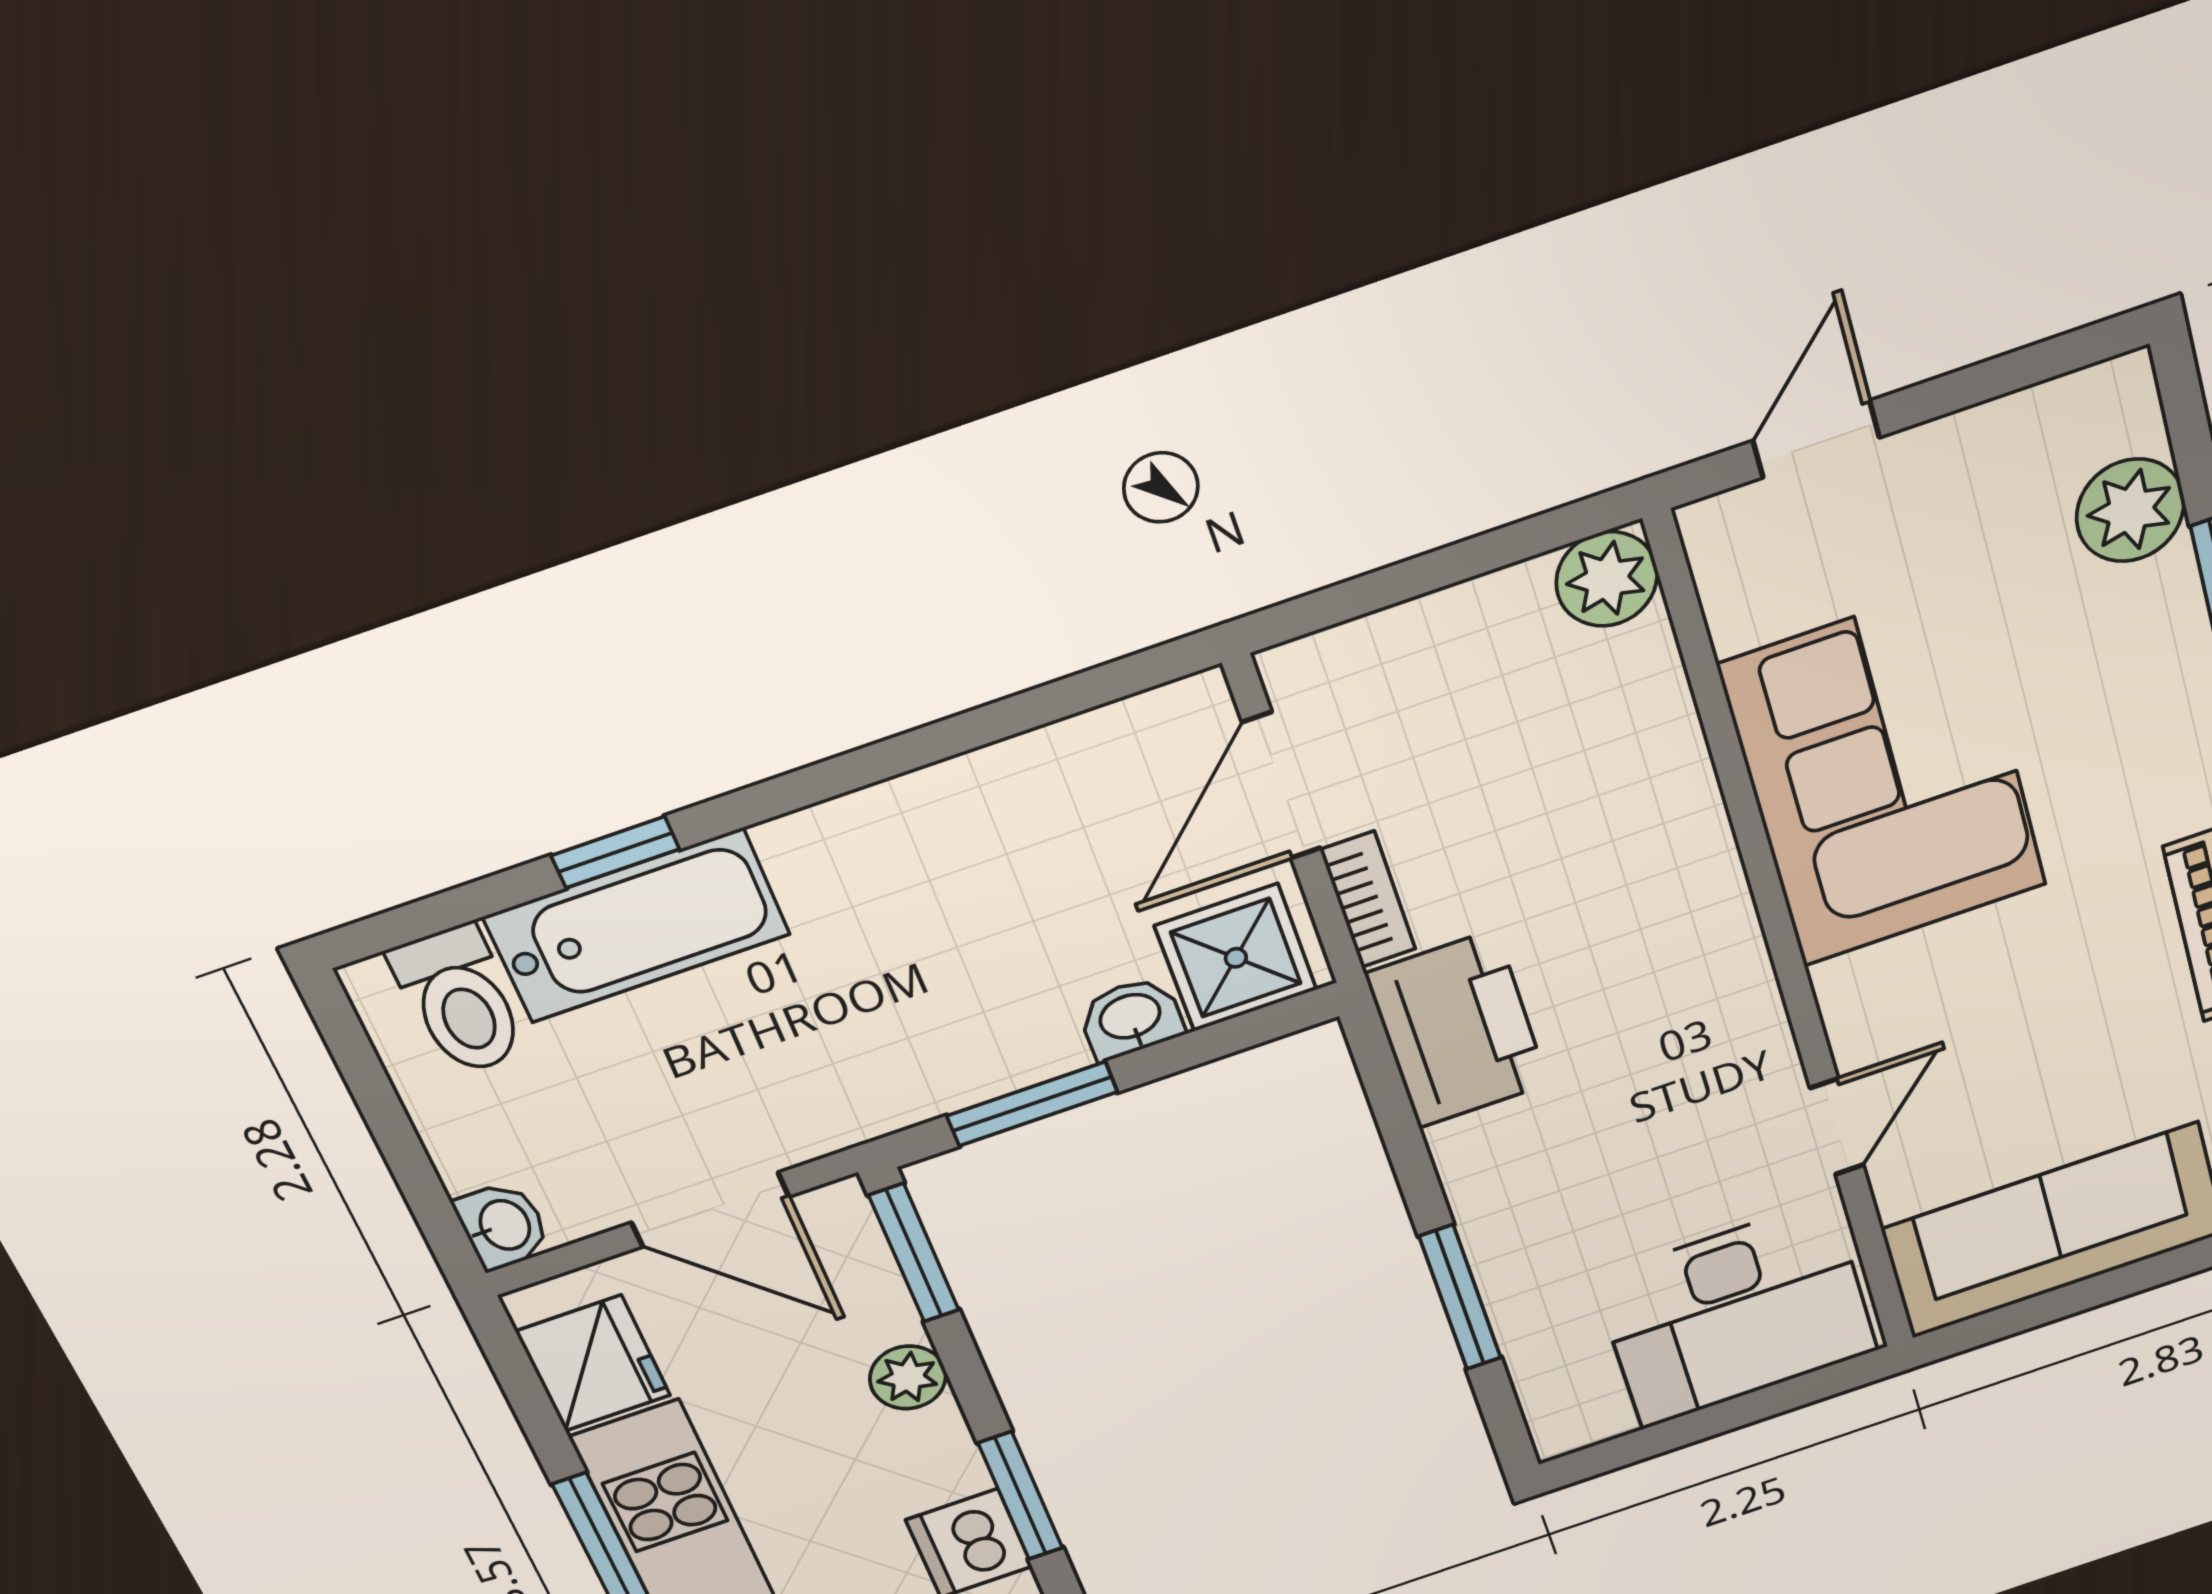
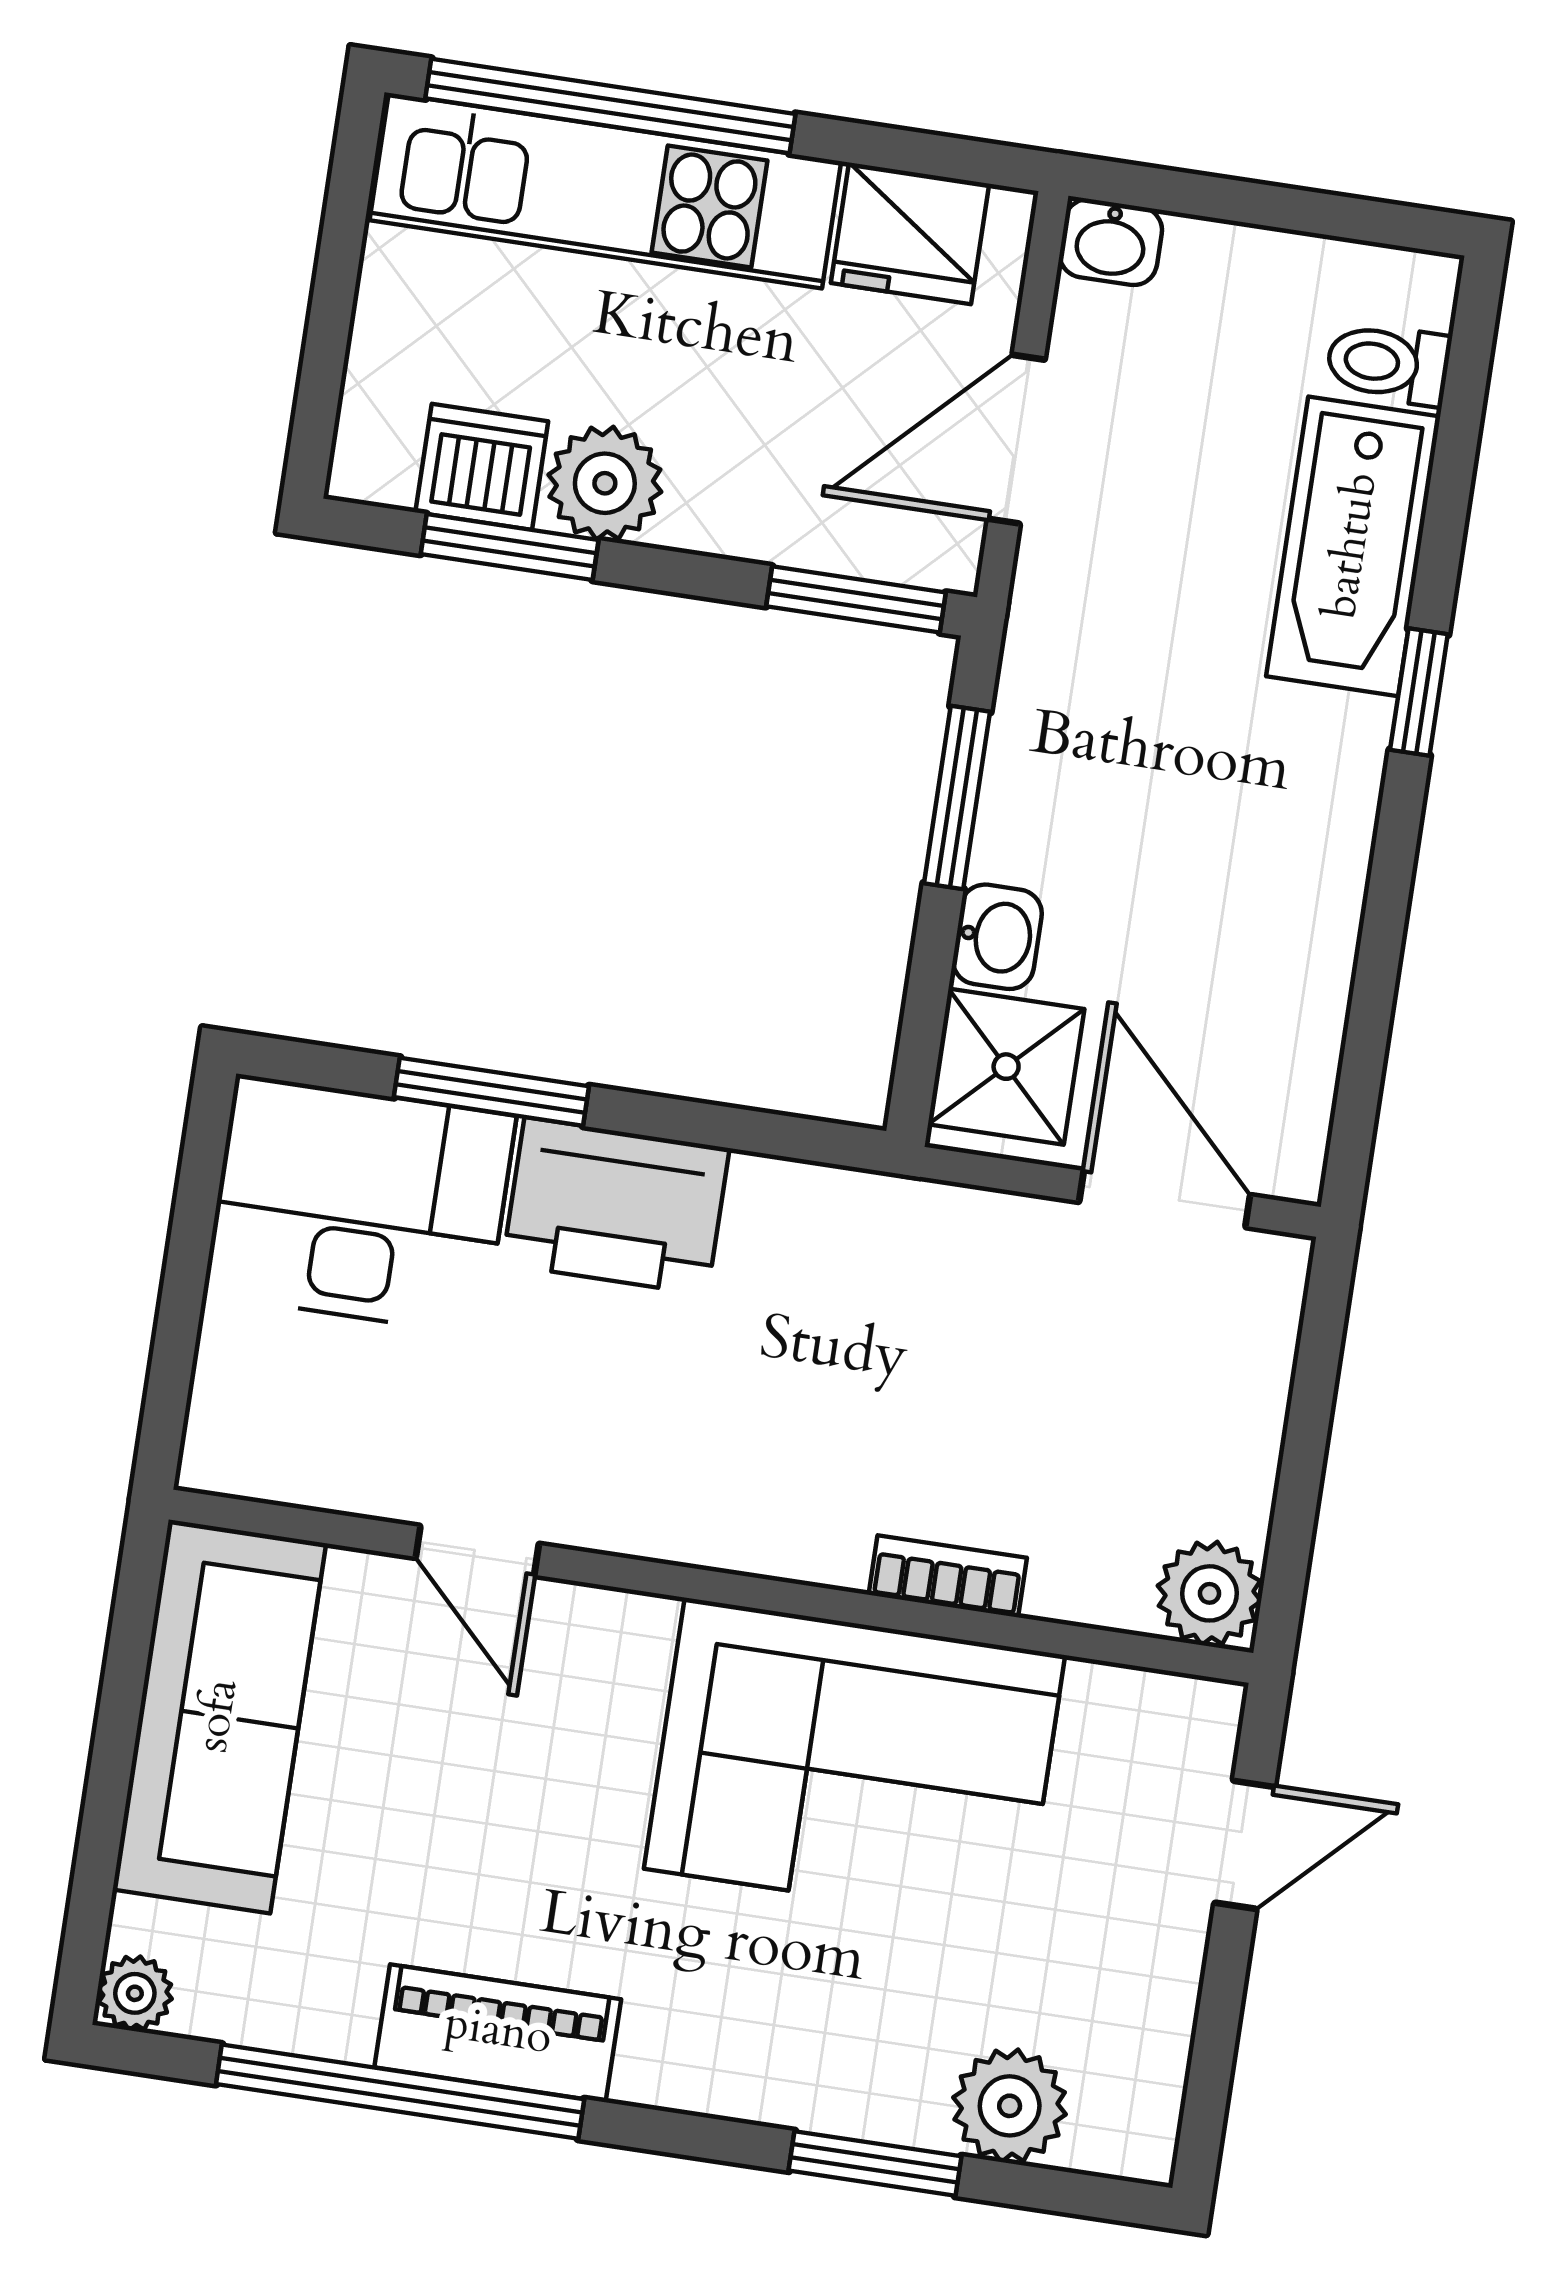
door: (1816, 439) -> (1245, 1845), hinge flipped
window: (615, 852) -> (1419, 692), moved
bookcase: (1368, 900) -> (948, 1576), moved, turned 180
toilet: (460, 1001) -> (1388, 364), width x0.73, depth x0.72
printer: (1457, 1029) -> (616, 1206), moved
desk: (1736, 1314) -> (360, 1205), moved, turned 90
plant: (908, 1377) -> (605, 483), moved, width x1.38, depth x1.38

